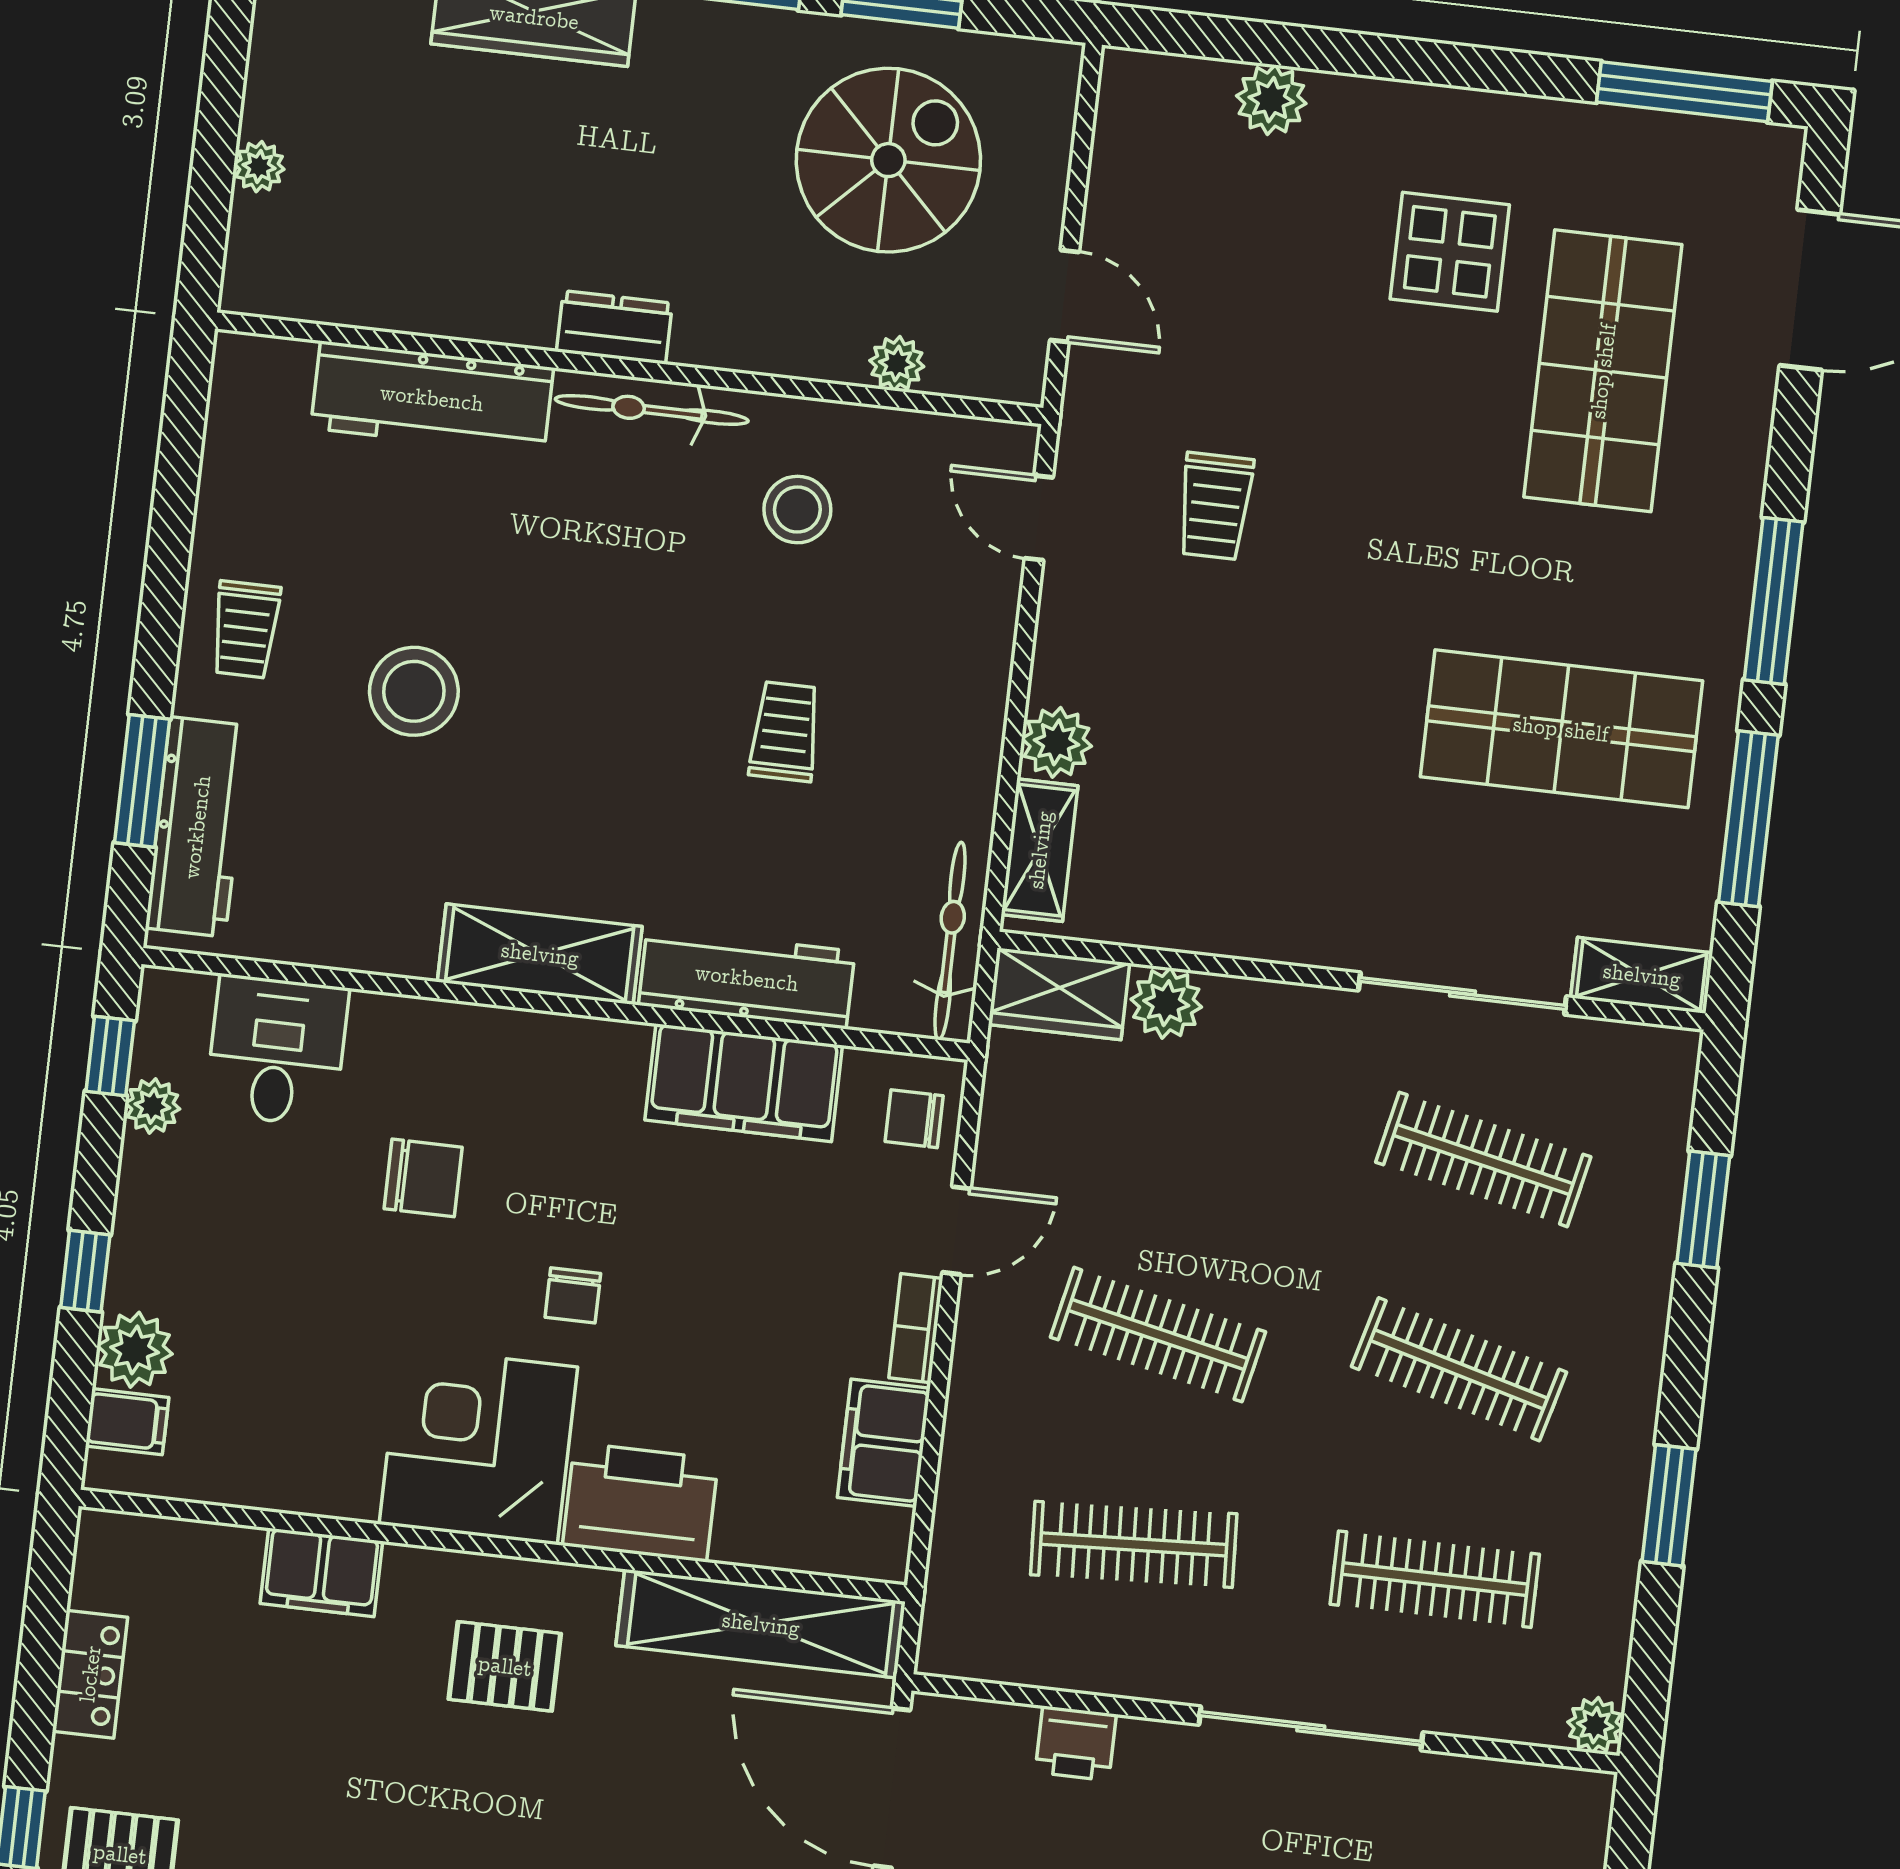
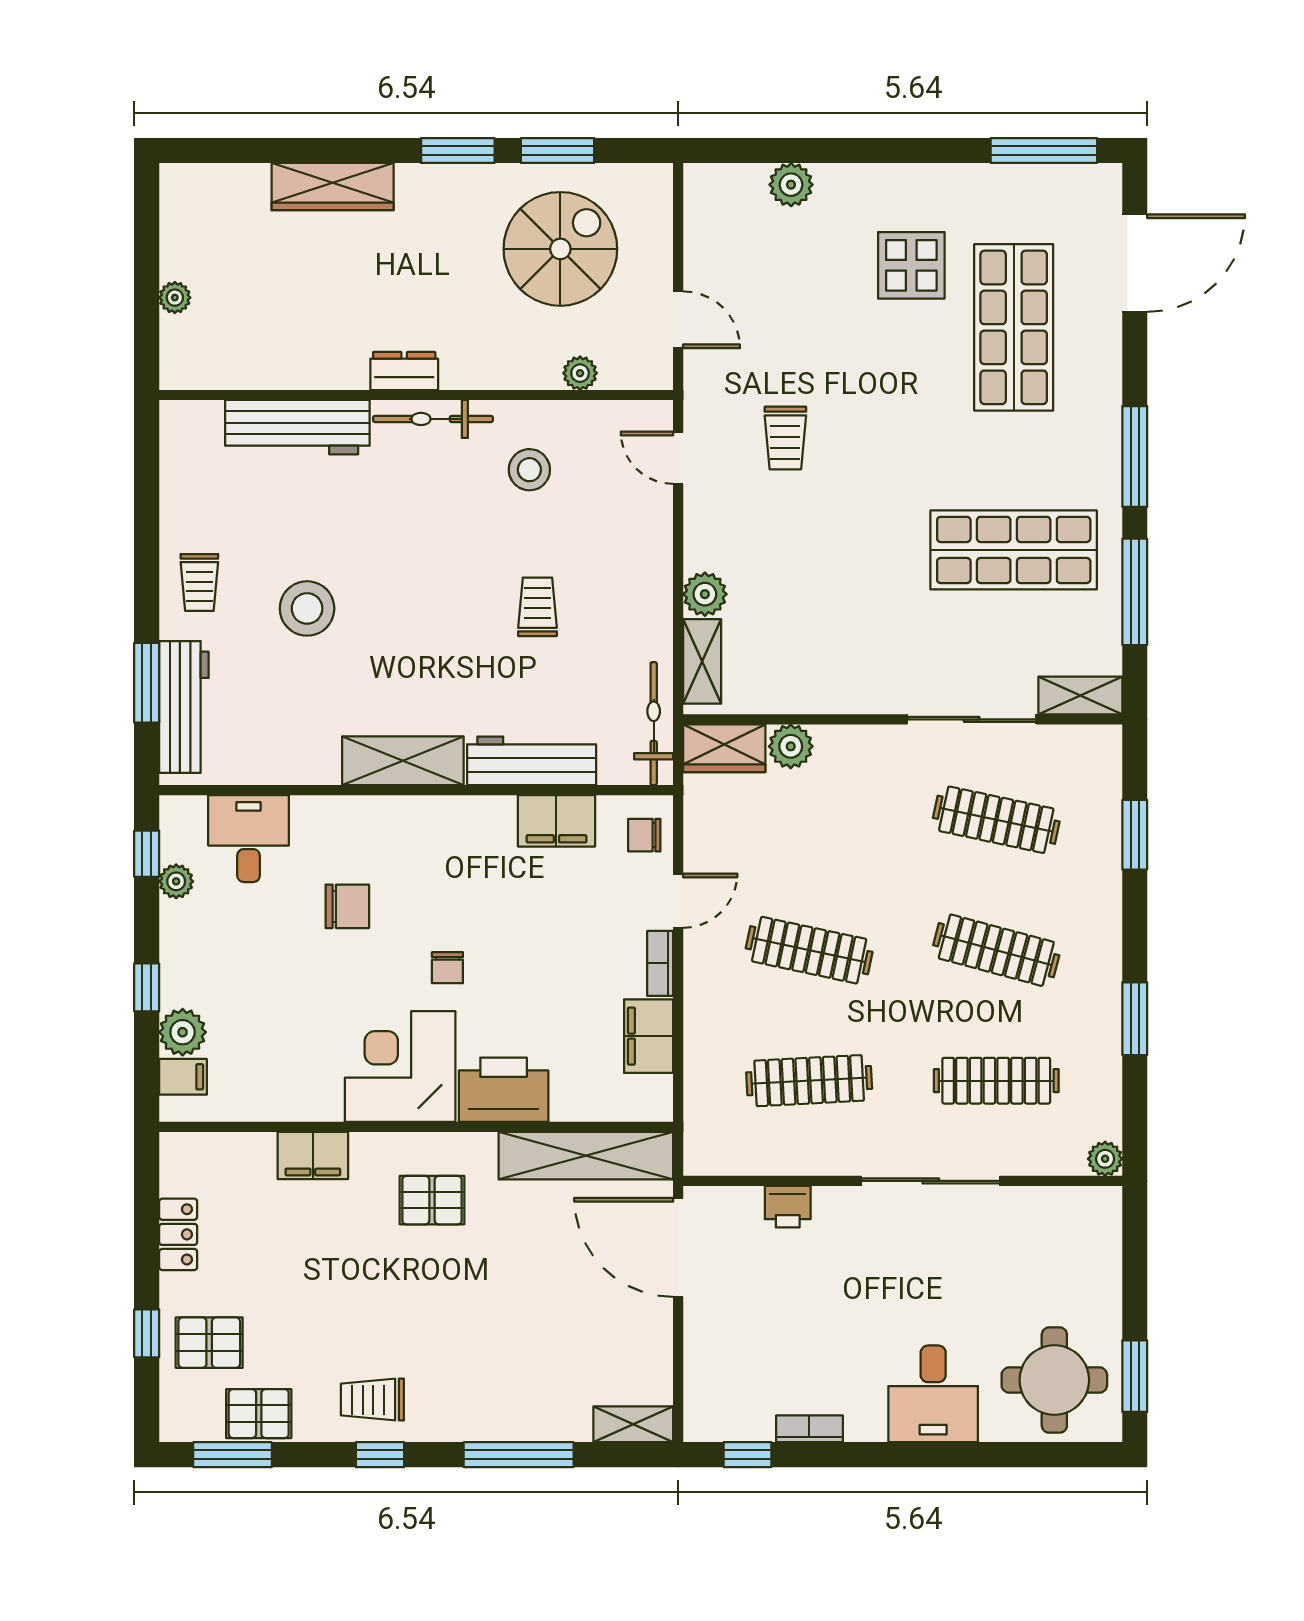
filing cabinet: (744, 1083) -> (556, 821), width x0.67, depth x0.86

